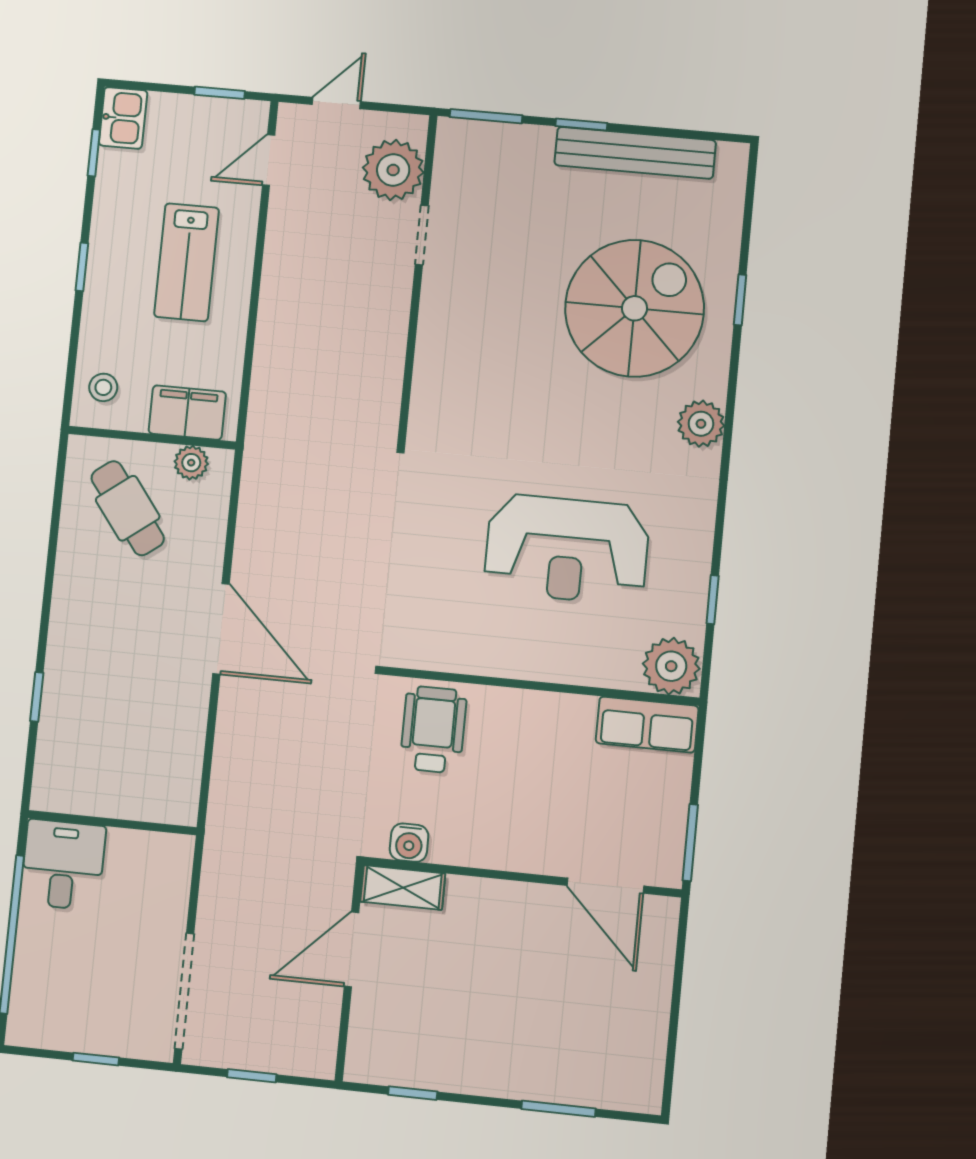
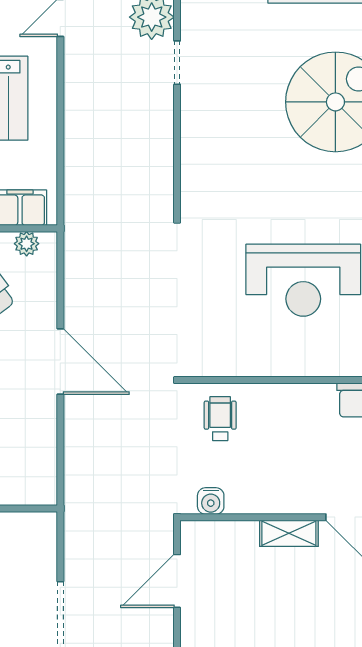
wheelchair: (433, 730) -> (220, 419), width x0.73, depth x0.73
shelving: (403, 888) -> (289, 533), moved

